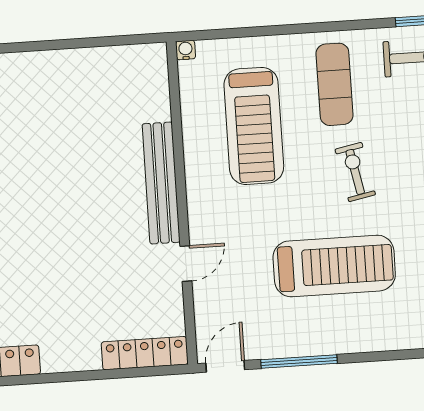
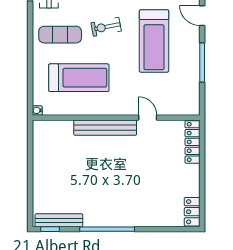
treadmill: (334, 266) -> (154, 41), turned 180
door: (225, 366) -> (202, 16), moved

